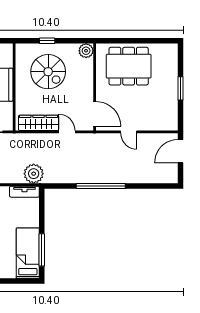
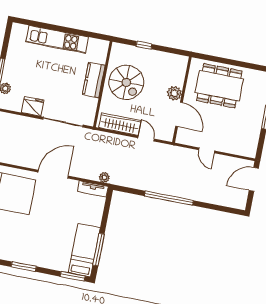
plant: (86, 51) -> (174, 93), moved
spiral stairs: (48, 72) -> (126, 82), moved
door: (95, 114) -> (179, 114), moved
plant: (34, 174) -> (104, 178), width x0.53, depth x0.53
window: (22, 281) -> (73, 276), added

